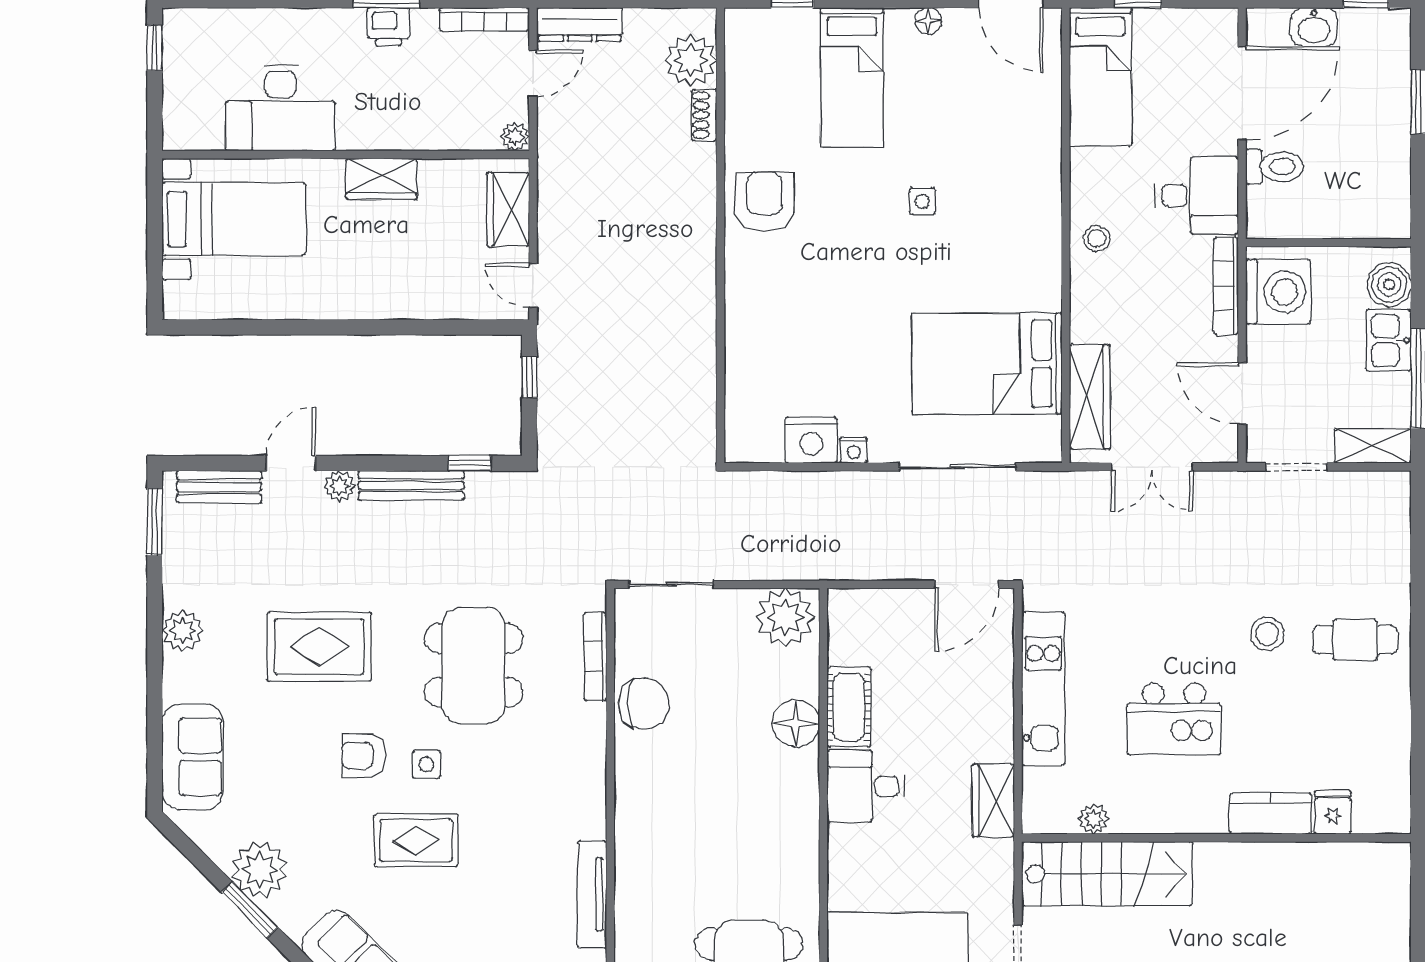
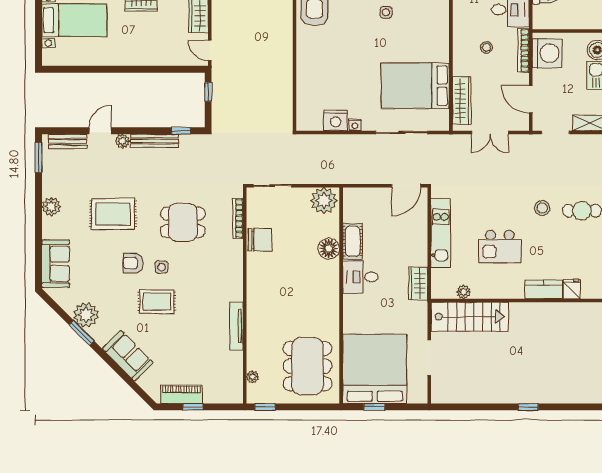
stool: (1097, 239) -> (486, 47), moved
dining table: (474, 665) -> (183, 222), width x0.73

